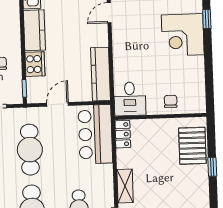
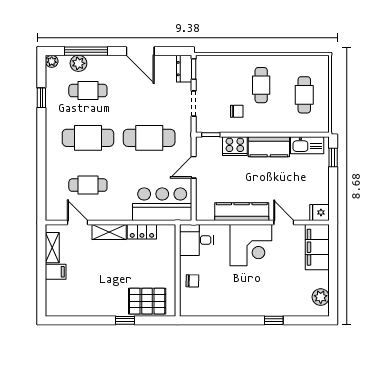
corner desk: (183, 35) -> (251, 245), moved, turned 180
kitchen counter: (101, 74) -> (242, 212), moved
door: (58, 104) -> (194, 167), swing flipped
locker: (123, 134) -> (142, 232), moved

